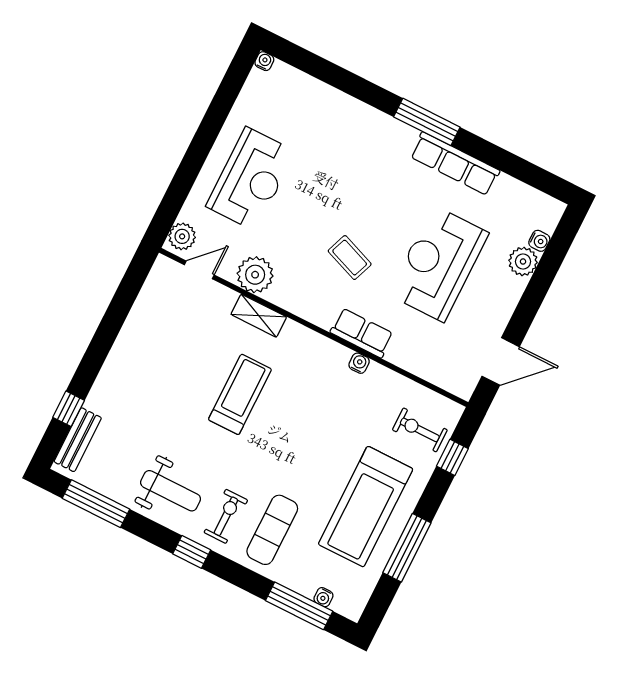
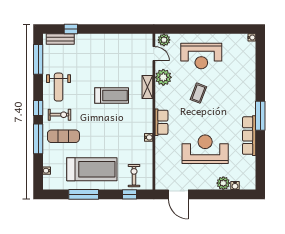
coffee table: (350, 258) -> (198, 93), moved
row of seats: (362, 333) -> (161, 122), moved
treadmill: (366, 507) -> (92, 169), turned 180
window: (299, 606) -> (38, 139), moved

